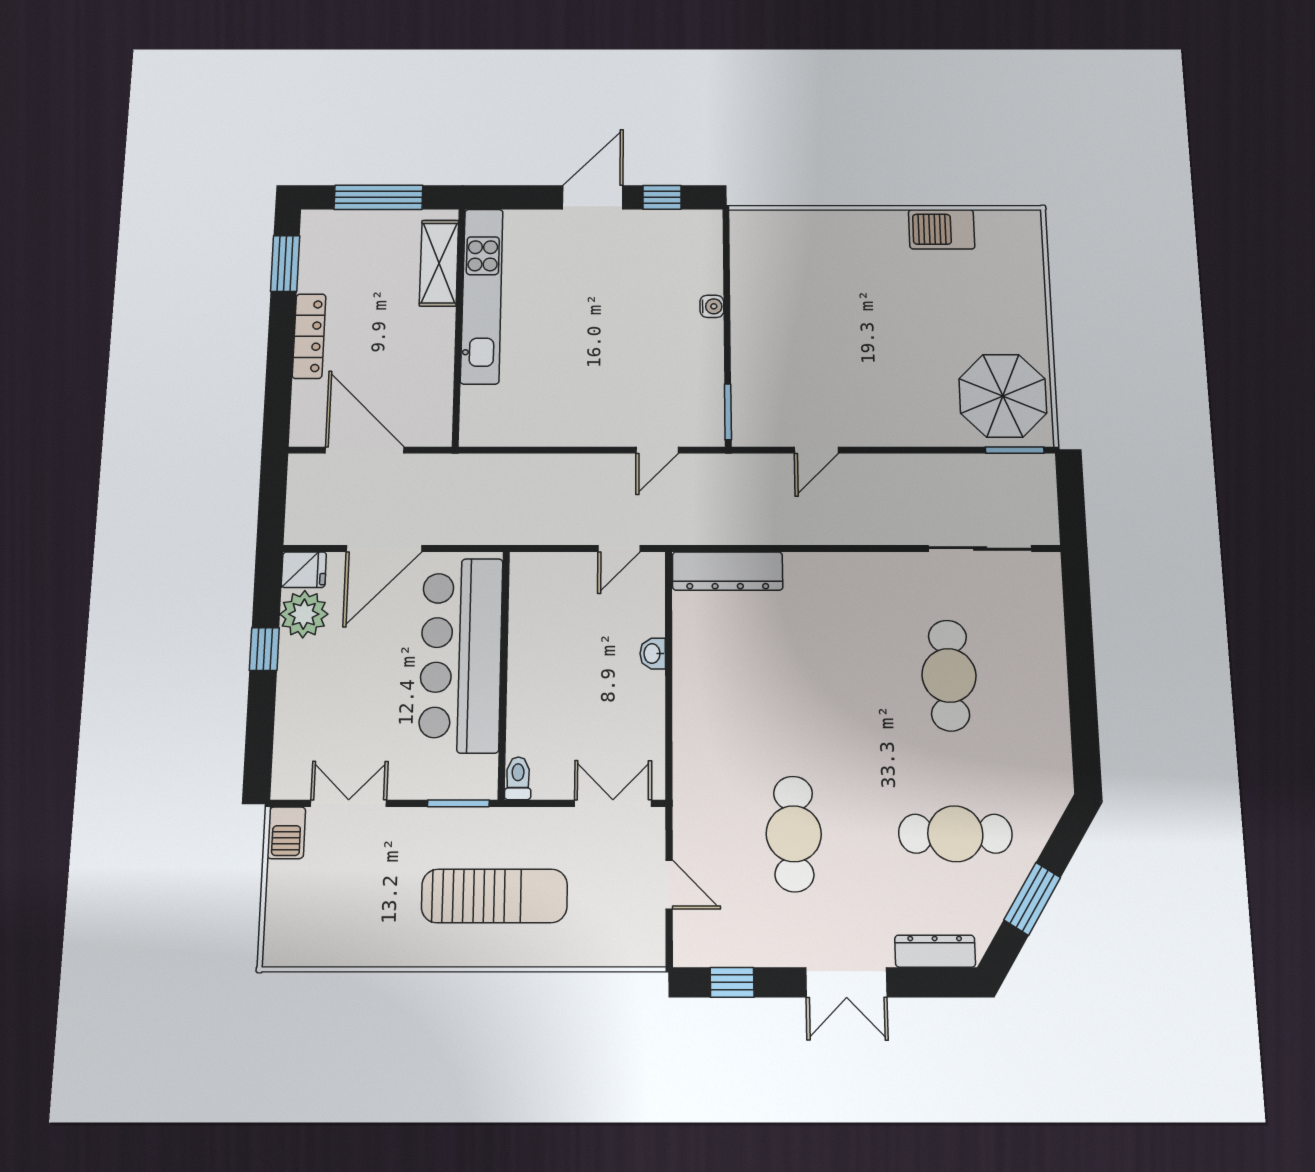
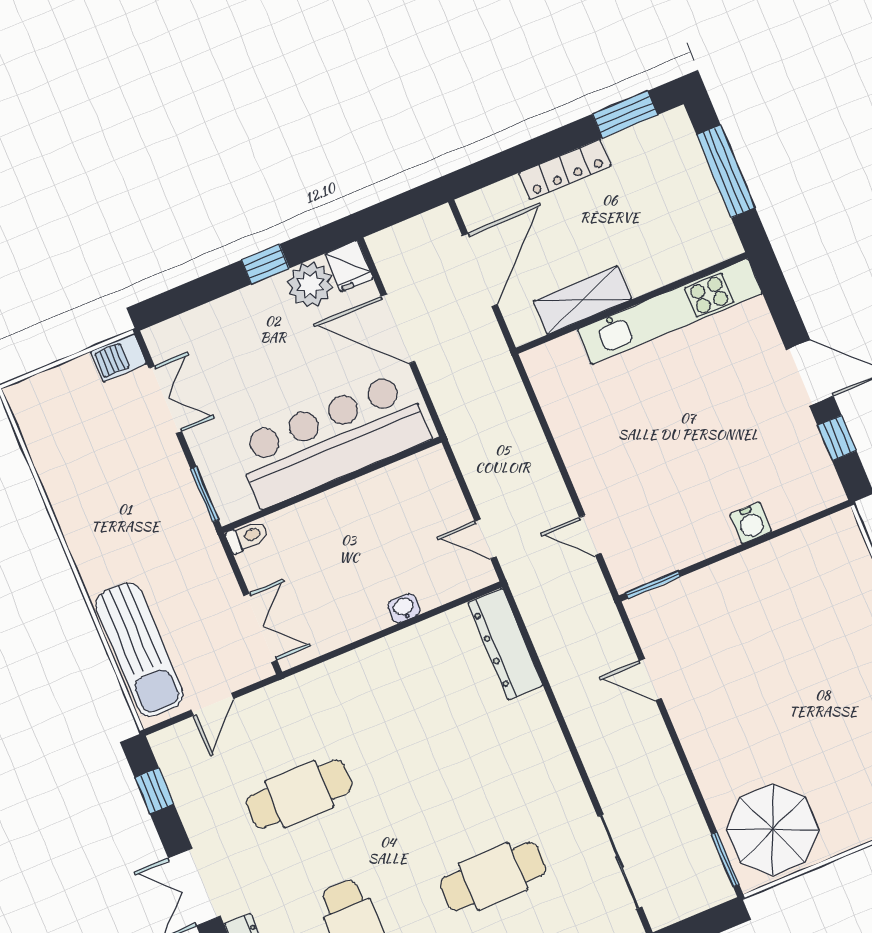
shelving: (439, 263) -> (582, 300), moved
water cooler: (712, 306) -> (751, 523), width x1.38, depth x1.38
sun lounger: (494, 896) -> (139, 649), moved

